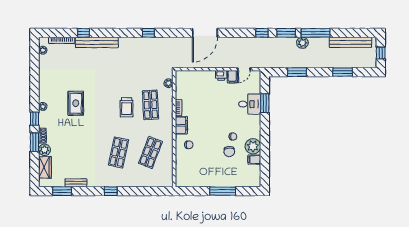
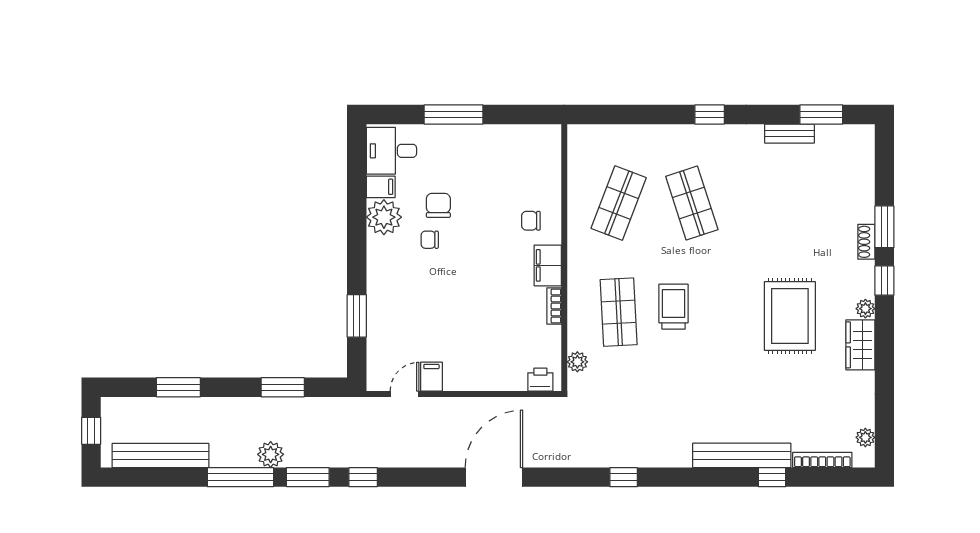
printer: (221, 75) -> (540, 380), moved
rug: (76, 103) -> (790, 316), width x1.36, depth x1.43
desk: (250, 104) -> (391, 151), moved
plant: (45, 150) -> (861, 209), removed
shop shelf: (119, 153) -> (692, 203), turned -30
wardrobe: (45, 167) -> (860, 345), moved

